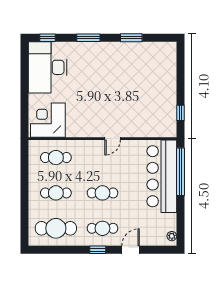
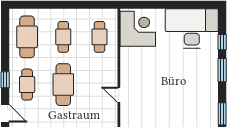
window: (48, 38) -> (222, 42), moved
cafe table: (102, 193) -> (63, 85), width x1.37, depth x1.35

